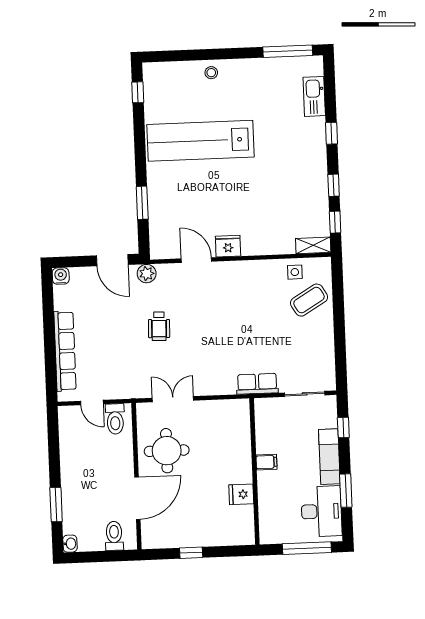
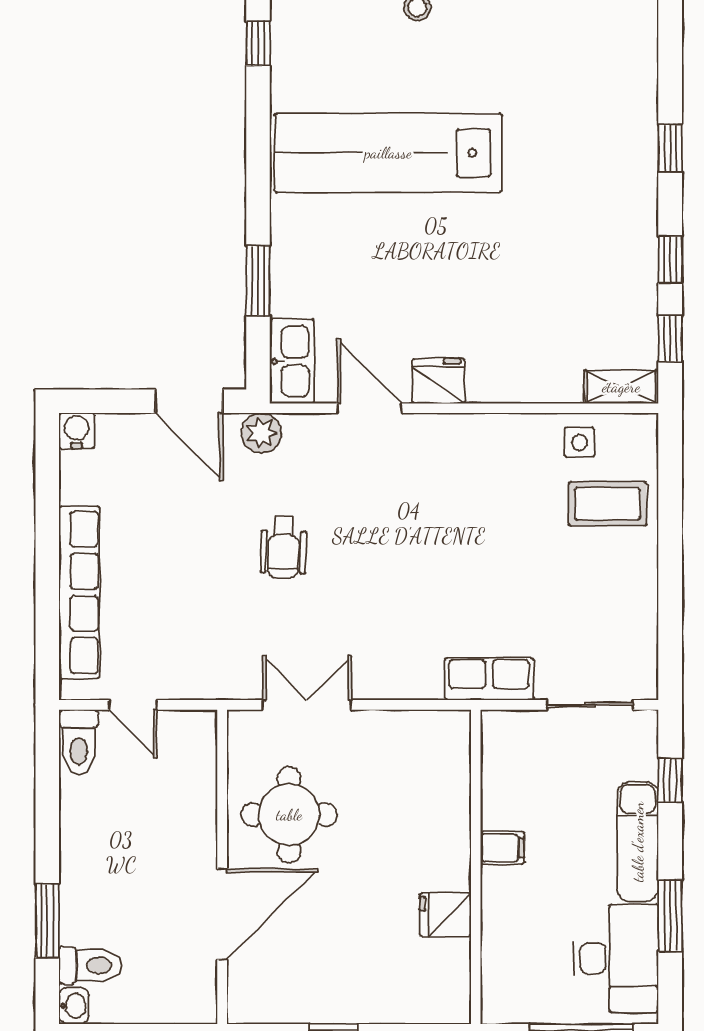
kitchen sink: (314, 96) -> (292, 361), moved, turned 180
coffee table: (309, 300) -> (608, 504), turned 31
toilet: (115, 419) -> (79, 742), moved
toilet: (114, 536) -> (90, 965), moved, turned 90

